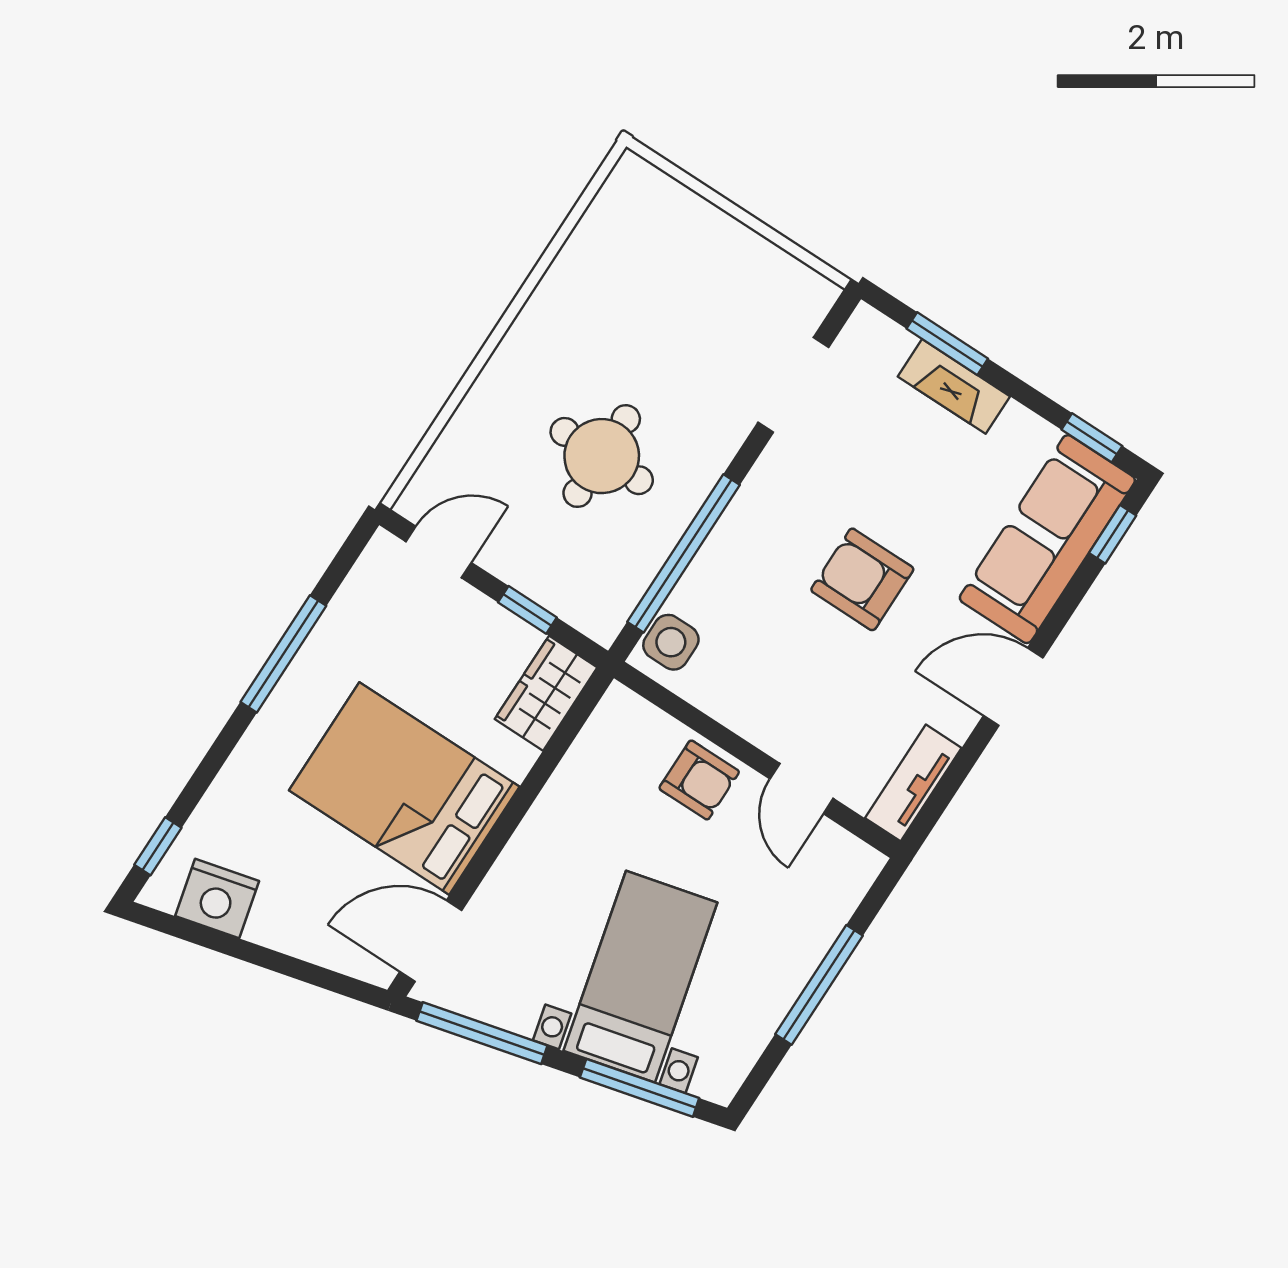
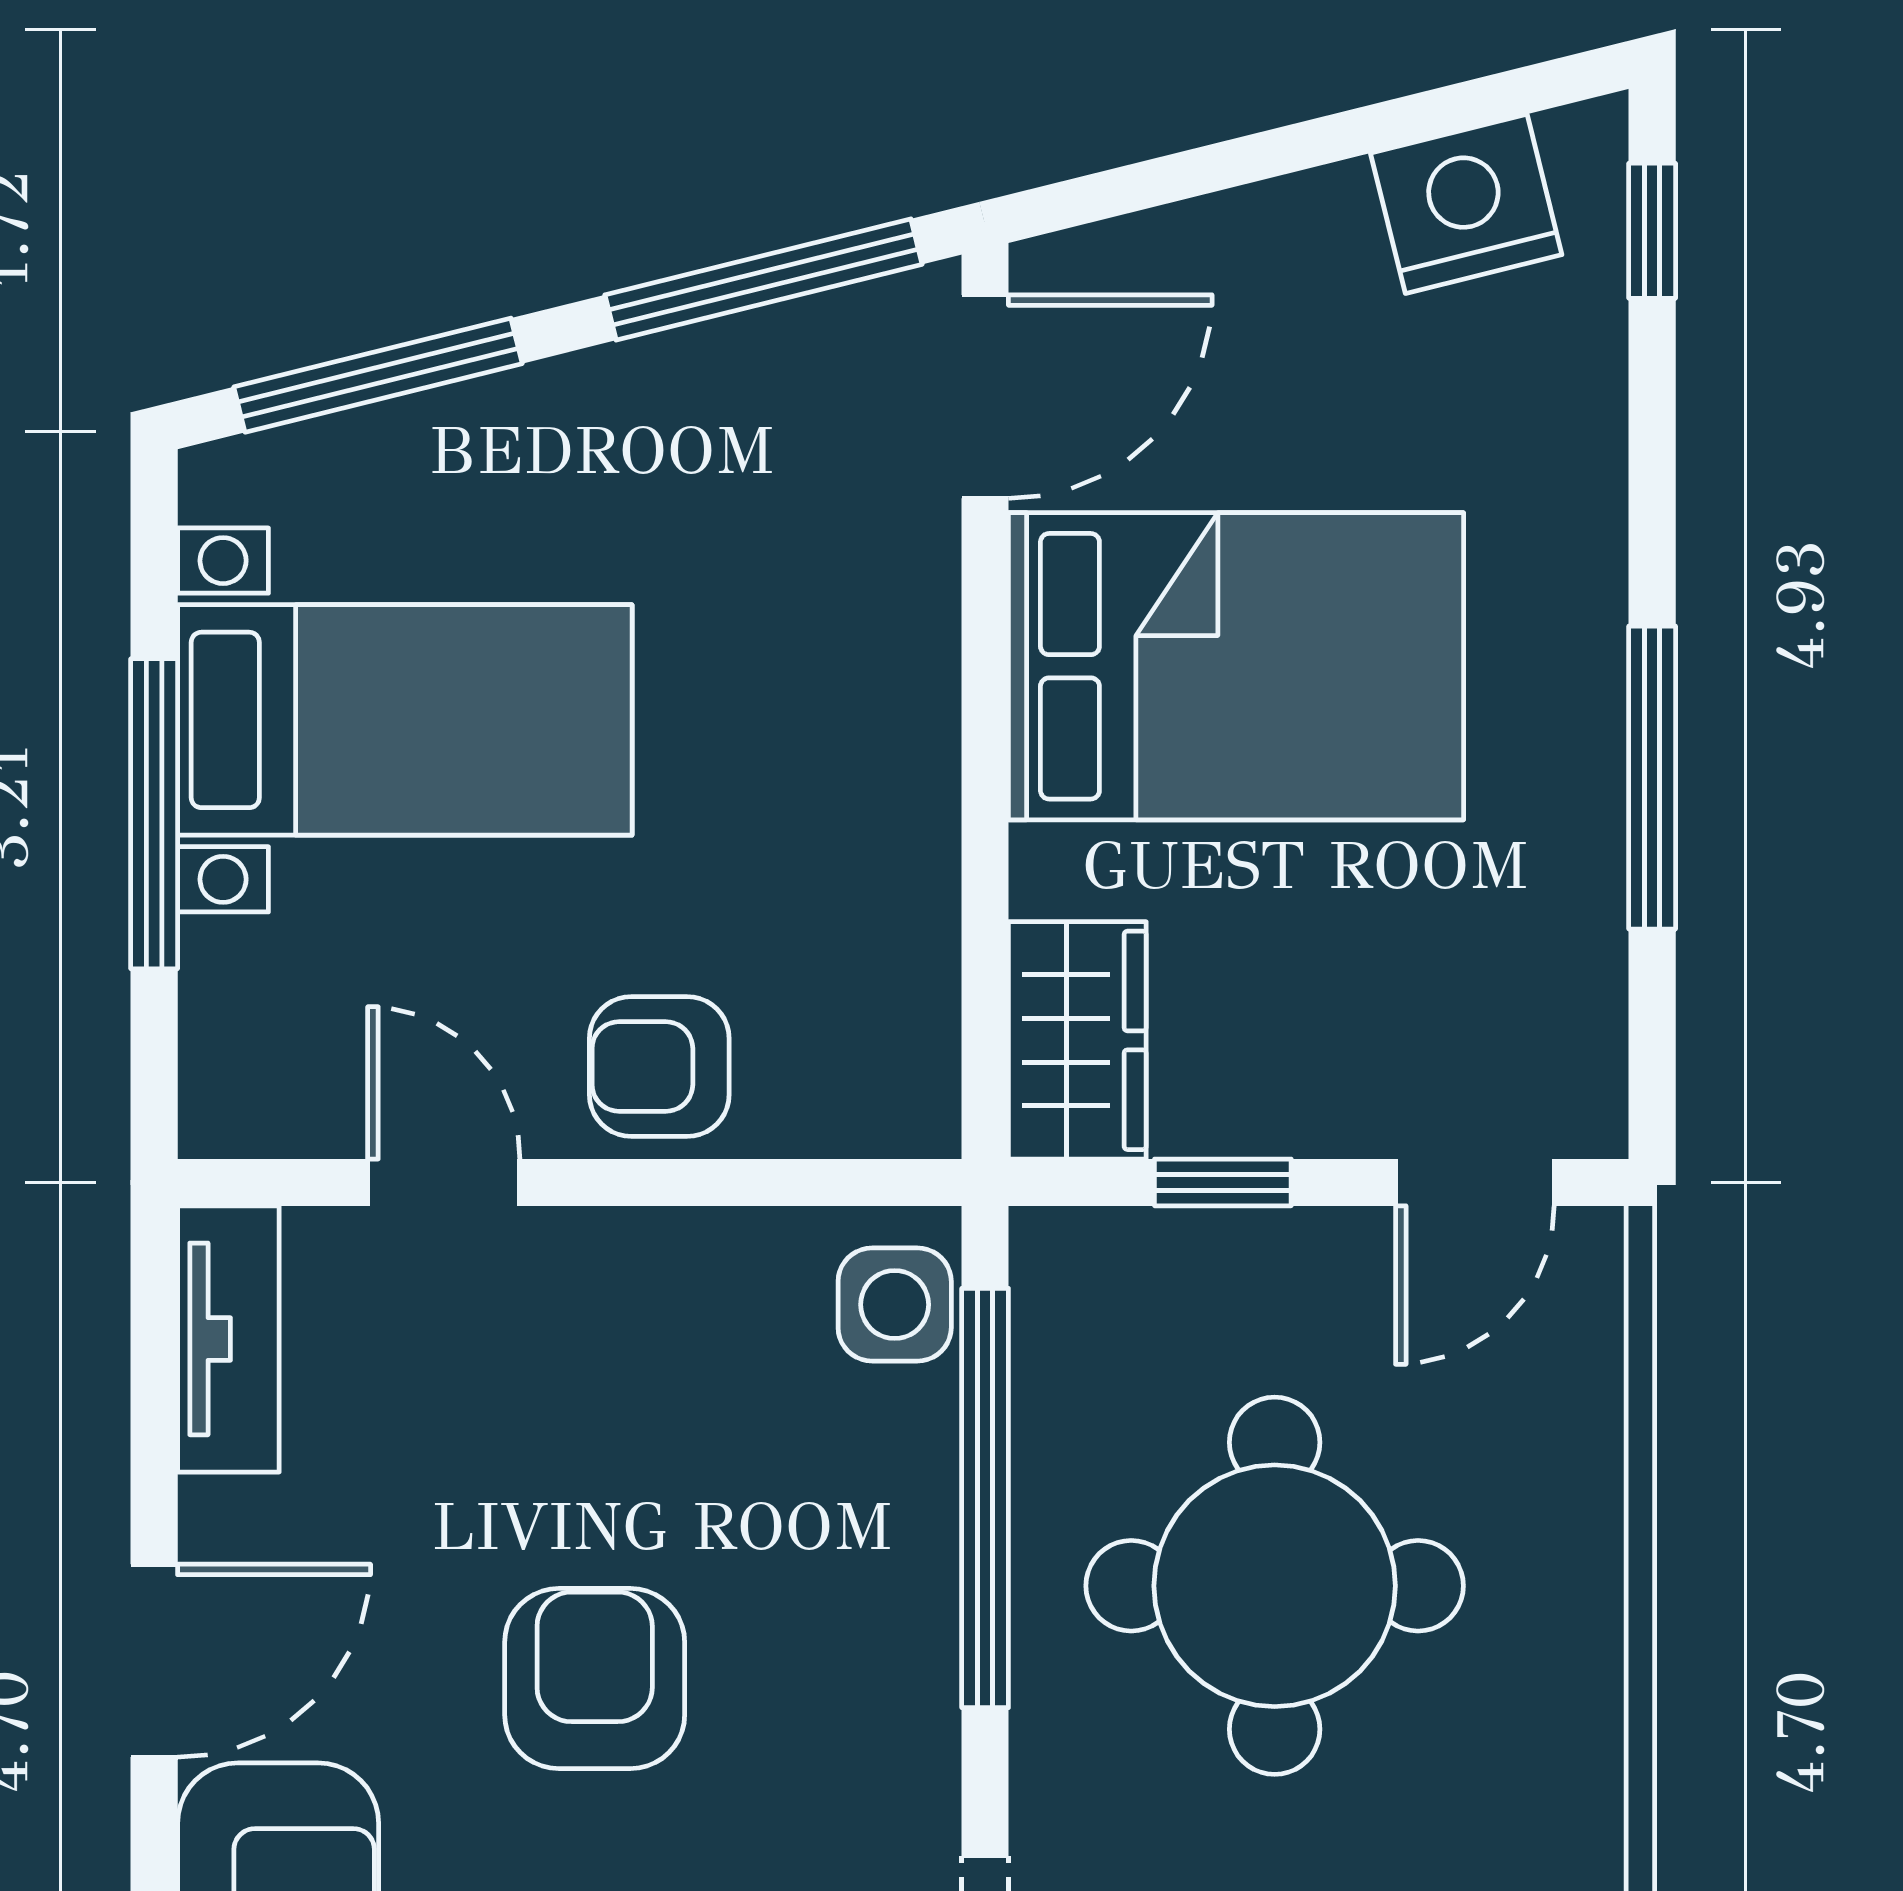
round table: (602, 456) -> (1275, 1586), width x1.36, depth x1.36
armchair: (862, 579) -> (595, 1679), turned -90
bed with nightstands: (640, 977) -> (405, 720), moved, turned -76

